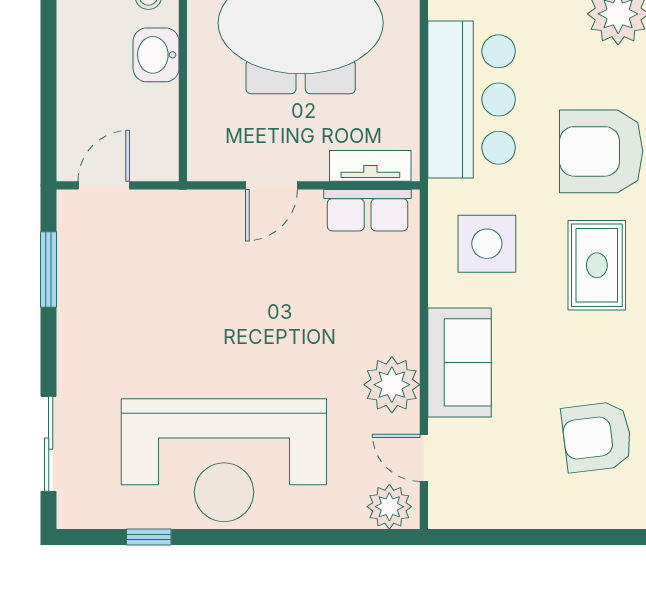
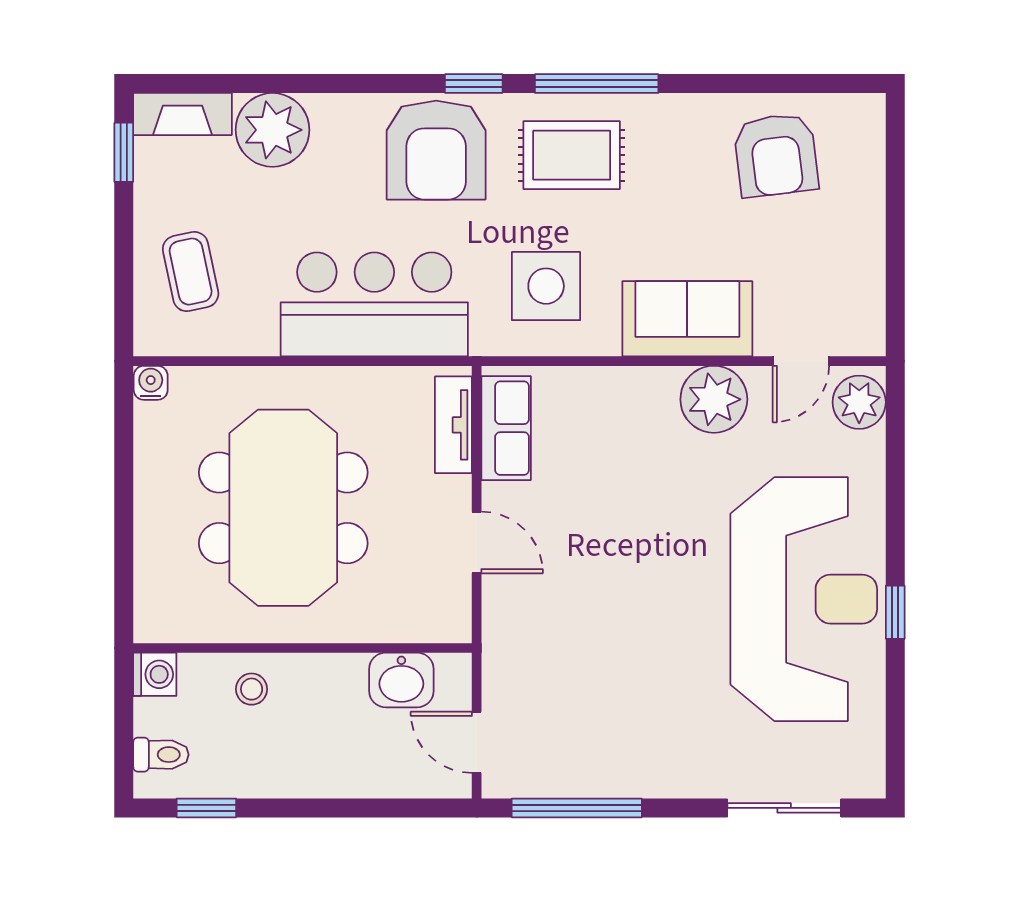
washbasin: (156, 55) -> (401, 680), moved
window: (49, 270) -> (577, 808), width x1.44
window: (149, 537) -> (895, 612), moved

